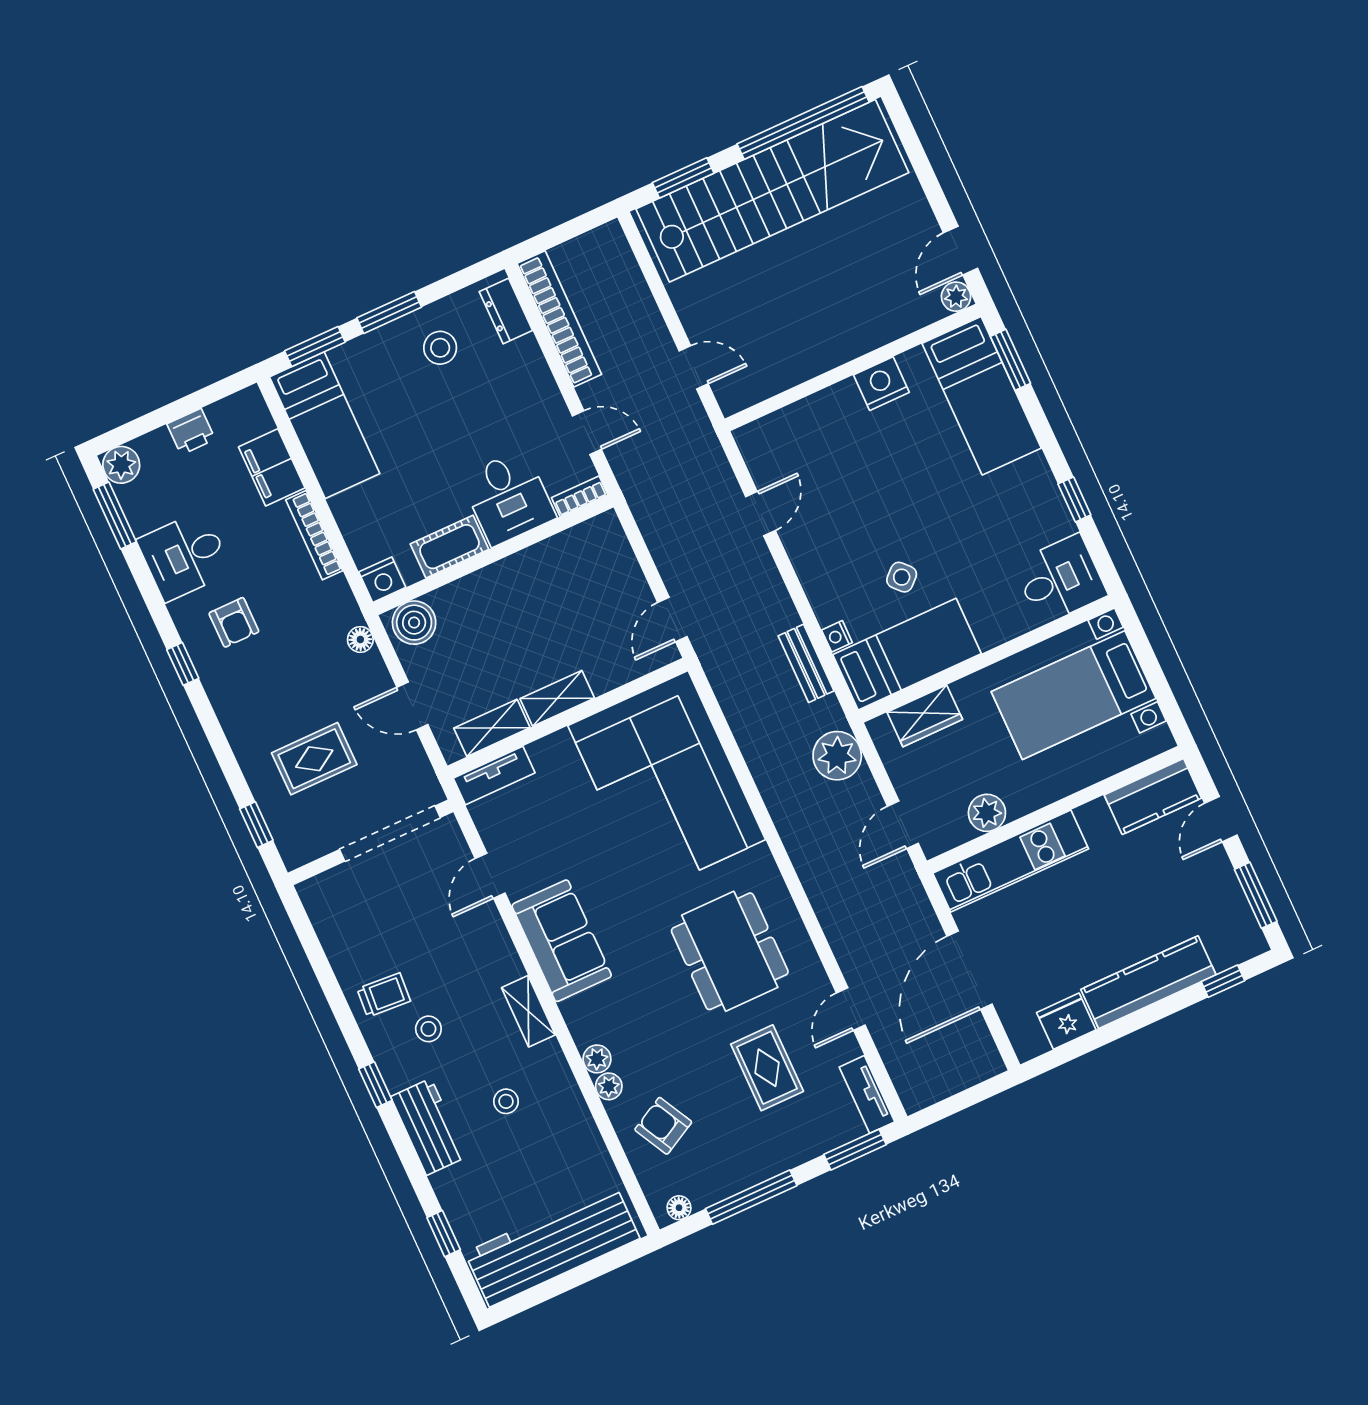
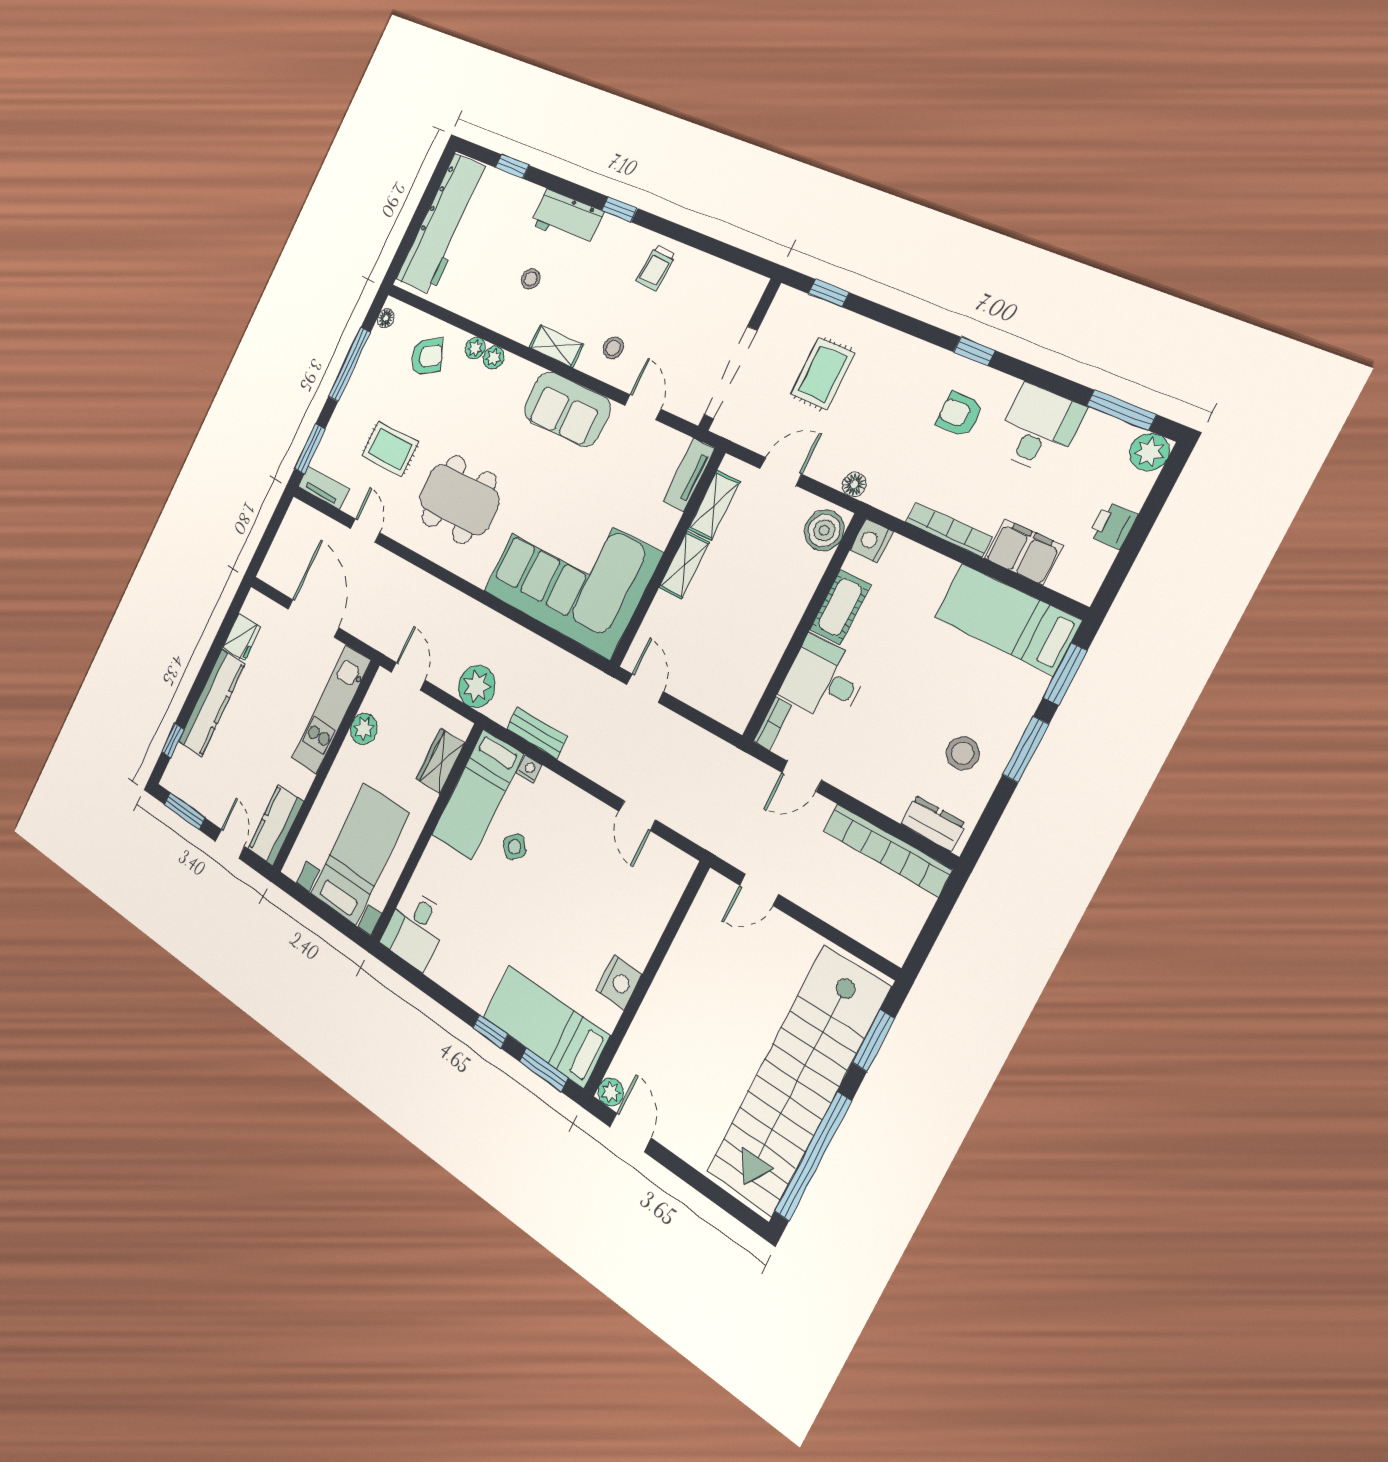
window: (1074, 499) -> (490, 1031), moved
stool: (428, 1029) -> (613, 348), moved

